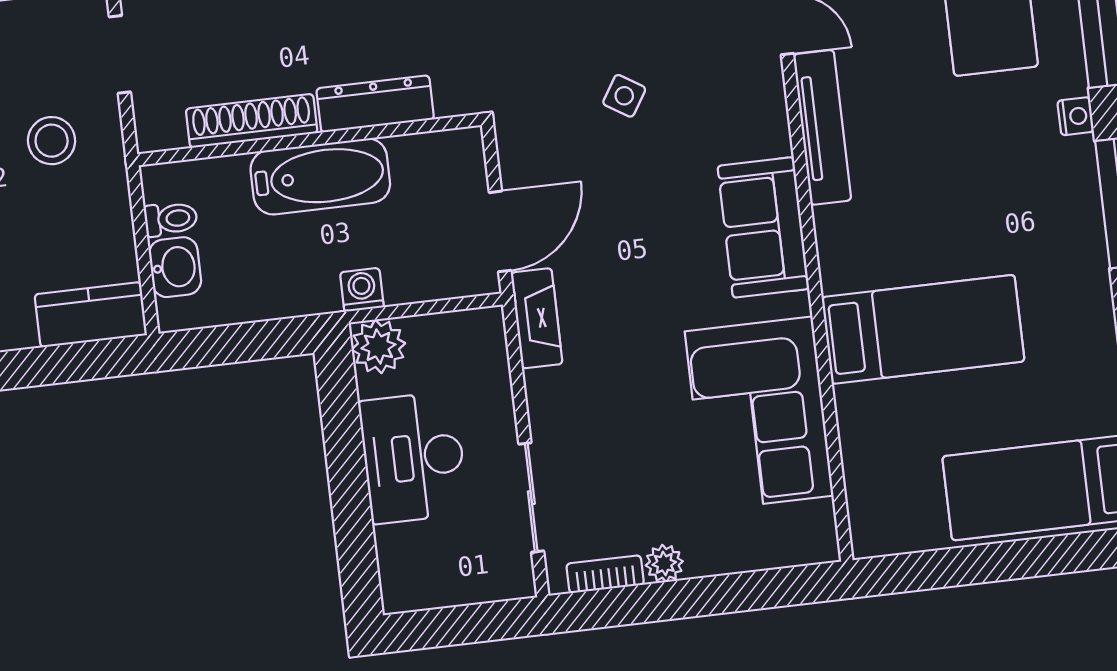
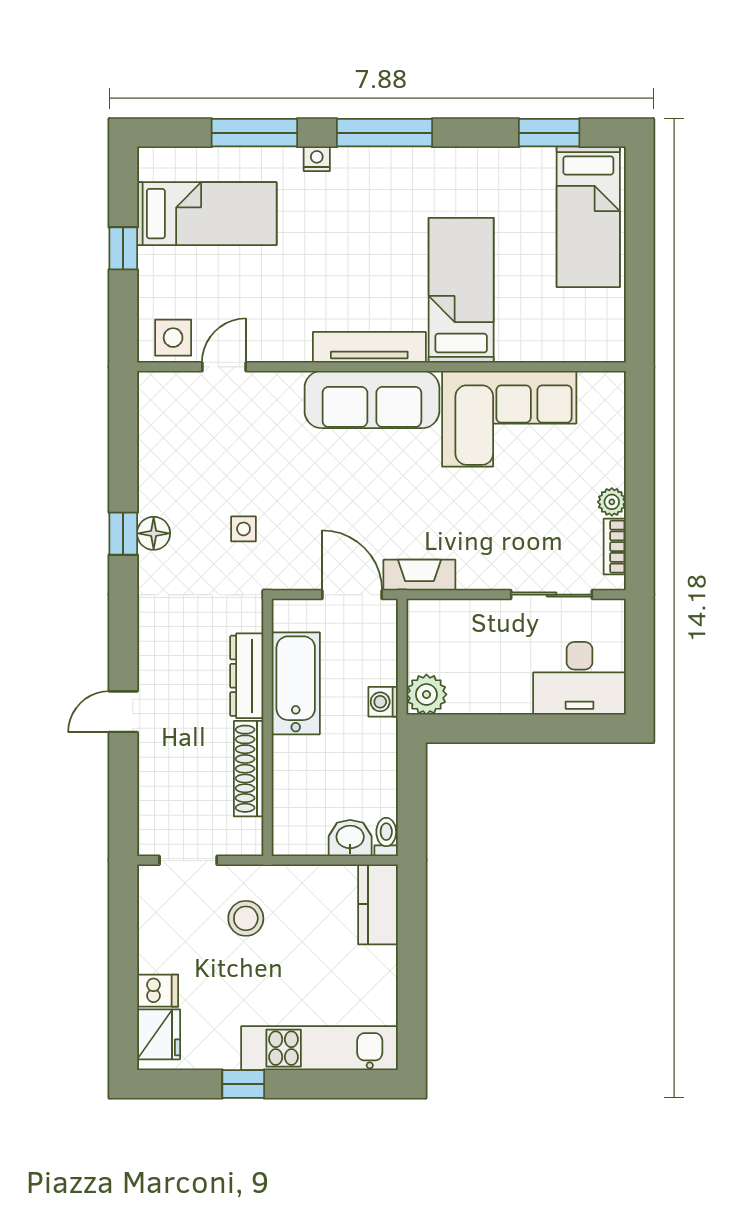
side table: (624, 96) -> (244, 529), moved, turned -32
tv unit: (822, 127) -> (369, 347), moved
bathtub: (320, 176) -> (296, 683), moved
toilet: (171, 219) -> (386, 837), moved
sofa: (763, 227) -> (372, 399), width x1.36
desk: (413, 458) -> (580, 678), moved

